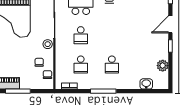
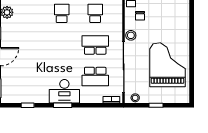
school desk: (81, 35) -> (95, 45), width x1.85

